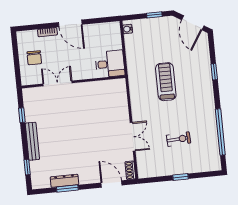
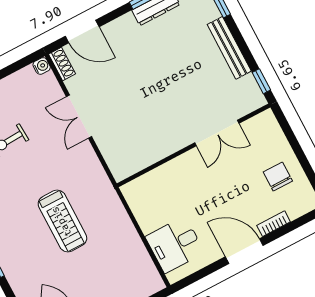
water cooler: (128, 29) -> (42, 66), moved
desk: (110, 64) -> (175, 245), moved
wall: (73, 82) -> (194, 145), moved
double door: (57, 83) -> (217, 133), moved

